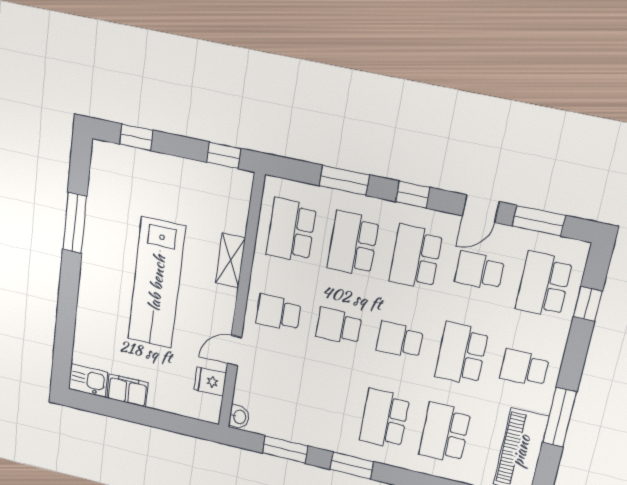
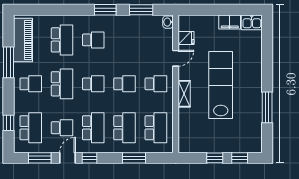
window: (224, 155) -> (215, 158), moved
window: (413, 195) -> (89, 158), moved
shelving: (230, 260) -> (184, 94), moved
school desk: (384, 419) -> (93, 40), width x0.54

